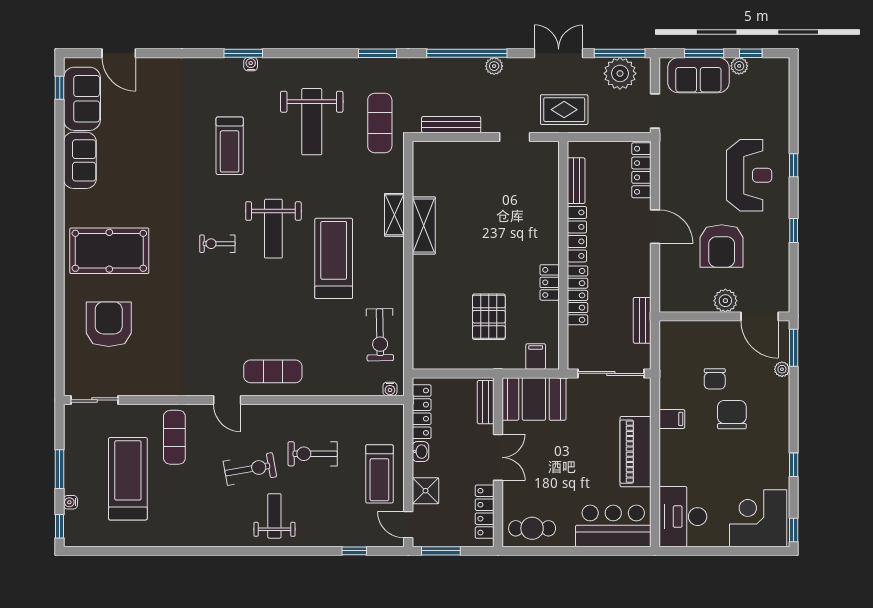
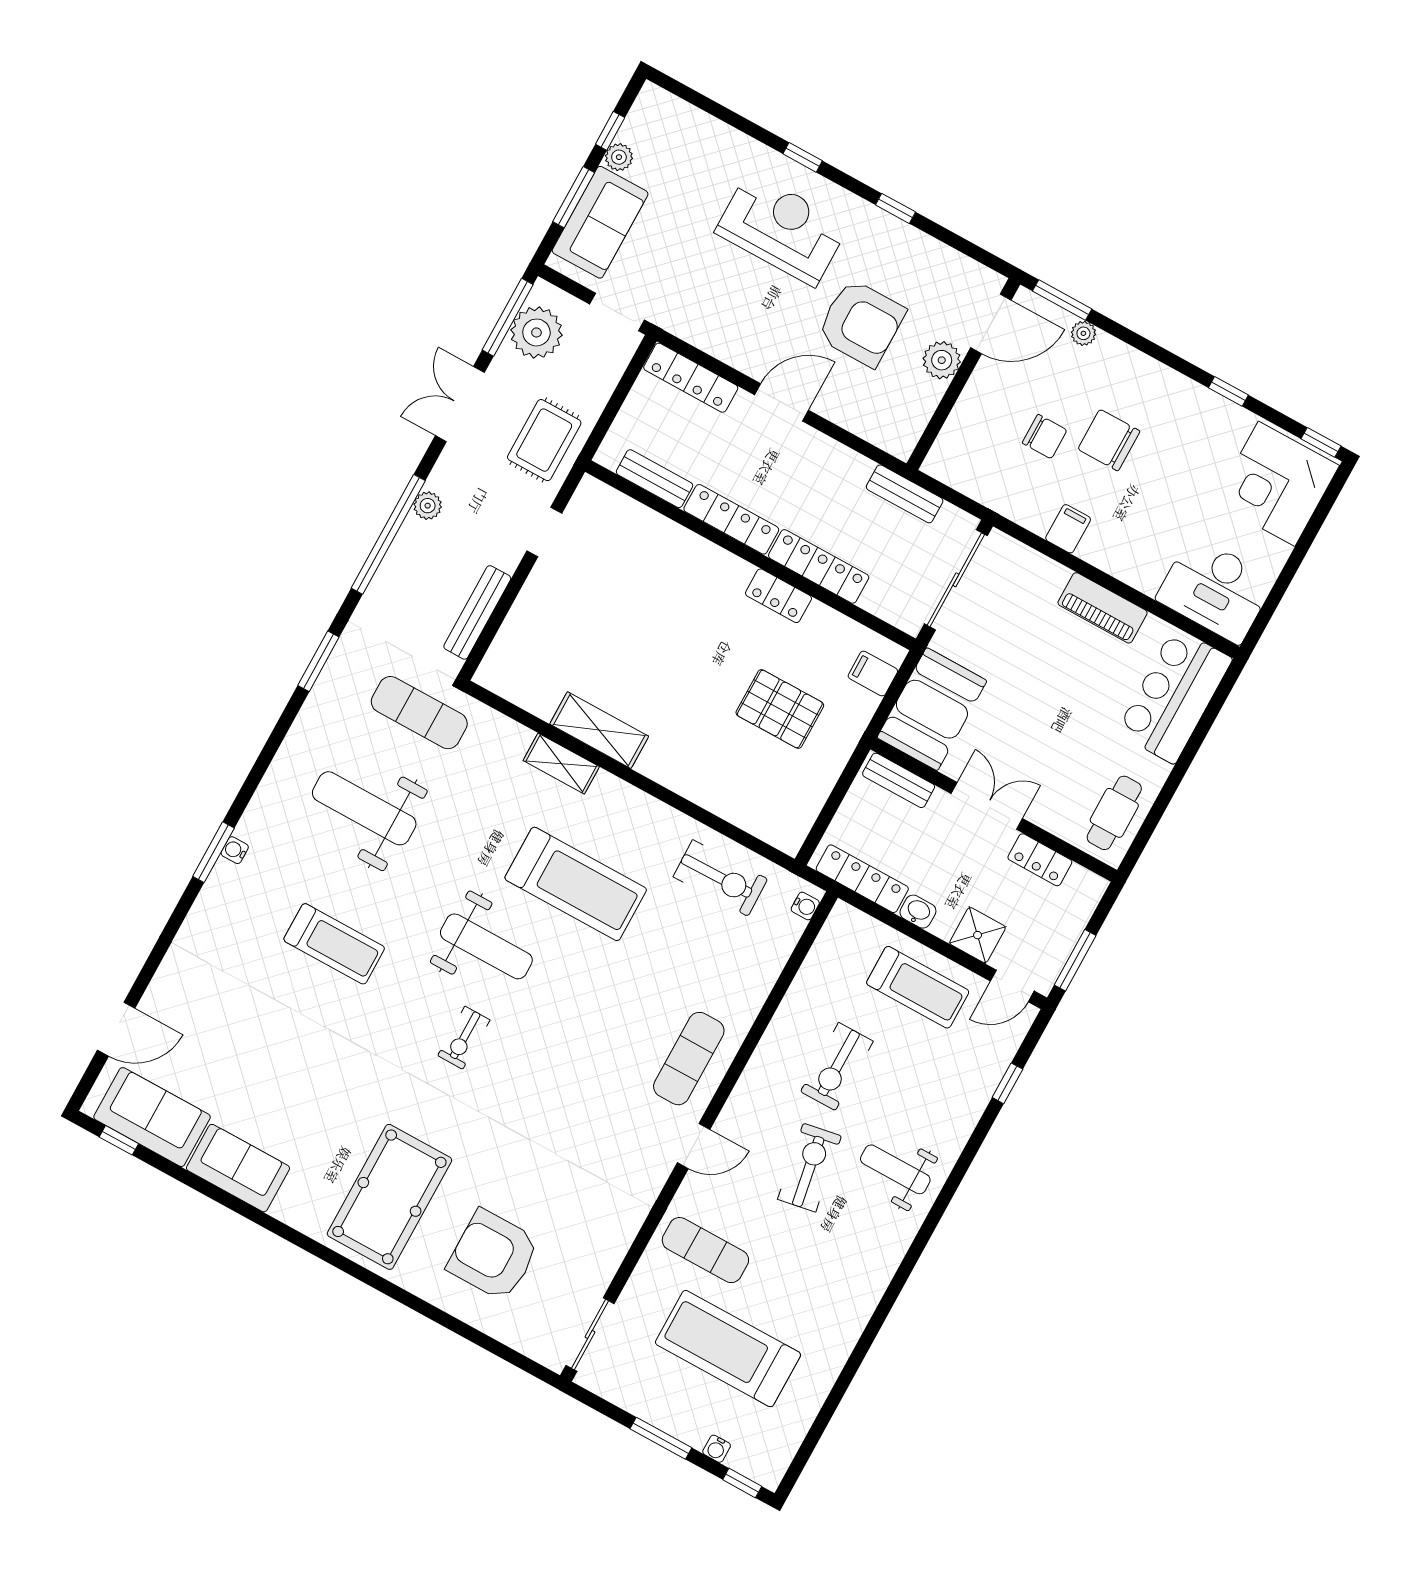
weight bench: (312, 122) -> (364, 808), turned 180
treadmill: (334, 258) -> (576, 884), turned 180
piano: (636, 452) -> (1103, 608), width x0.73, depth x0.75
locker: (485, 512) -> (1040, 860), width x0.66

